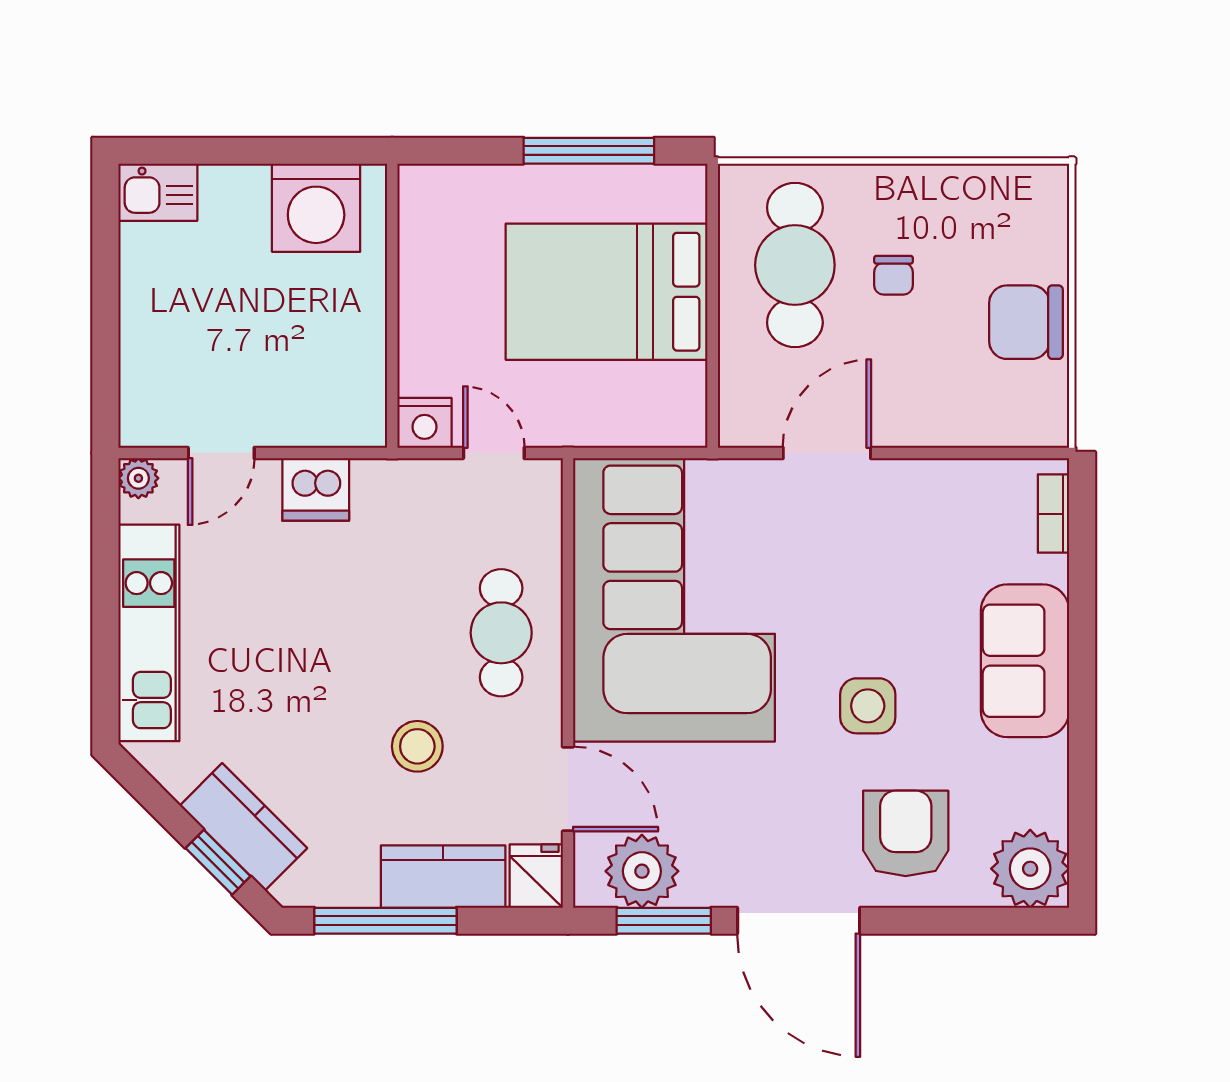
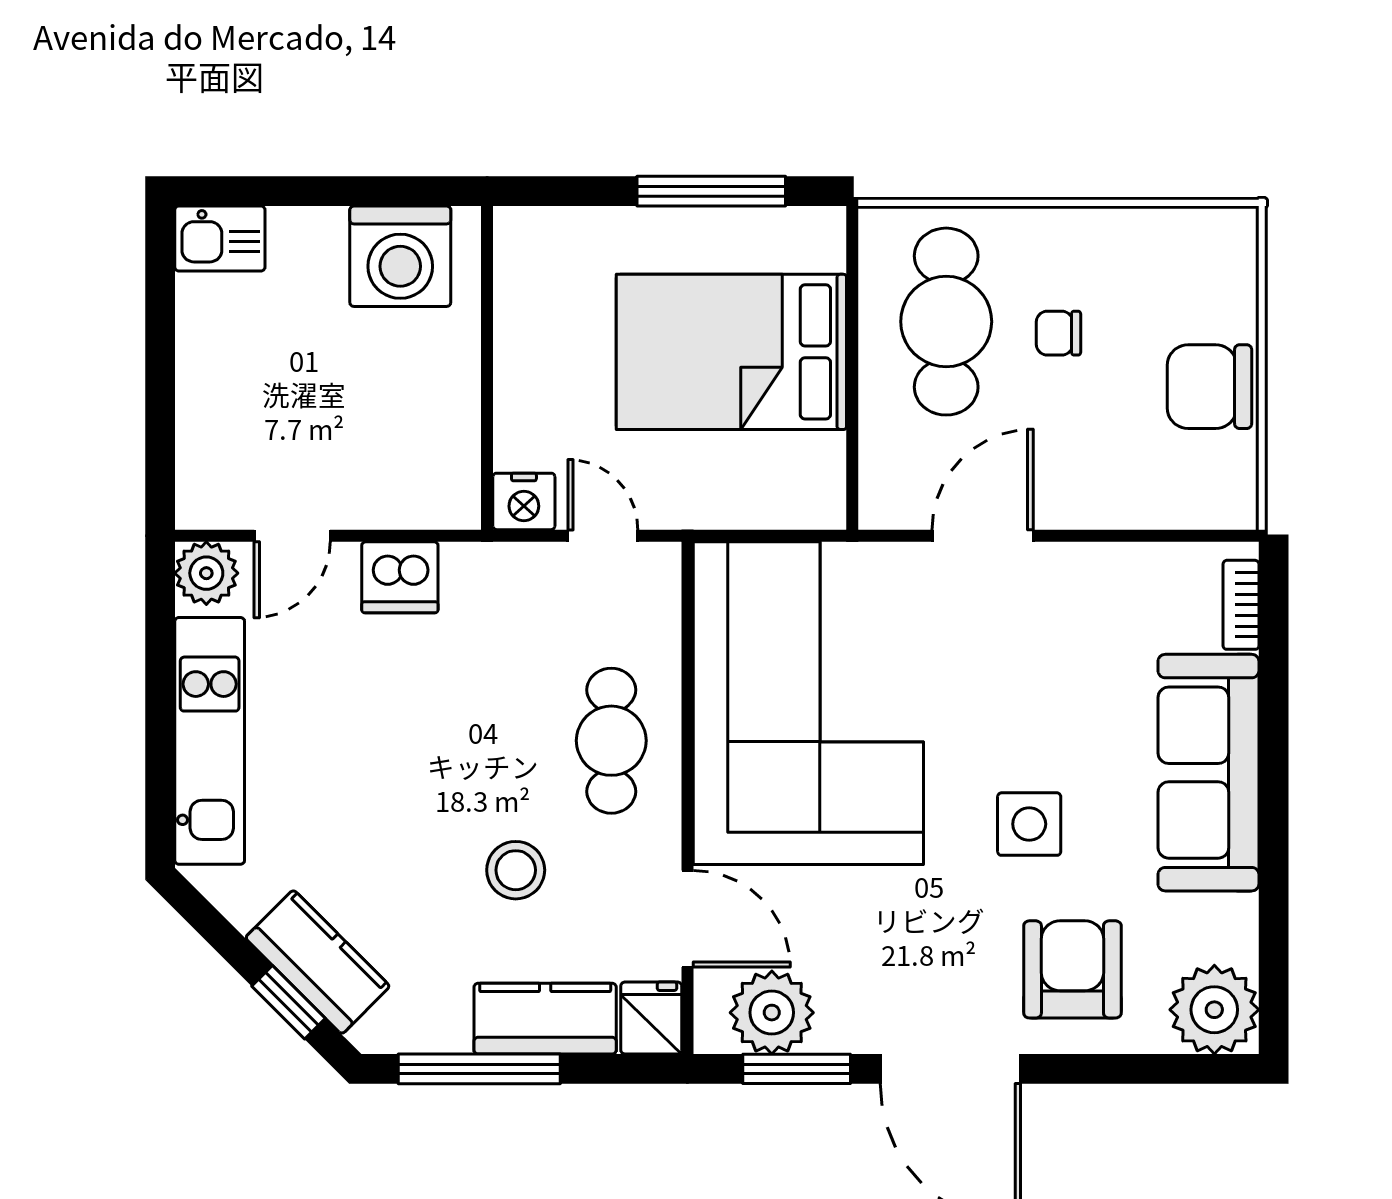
chair: (893, 275) -> (1058, 333), turned 90
plant: (138, 478) -> (206, 573), width x1.38, depth x1.38
sofa: (1025, 661) -> (1208, 773), width x1.36

